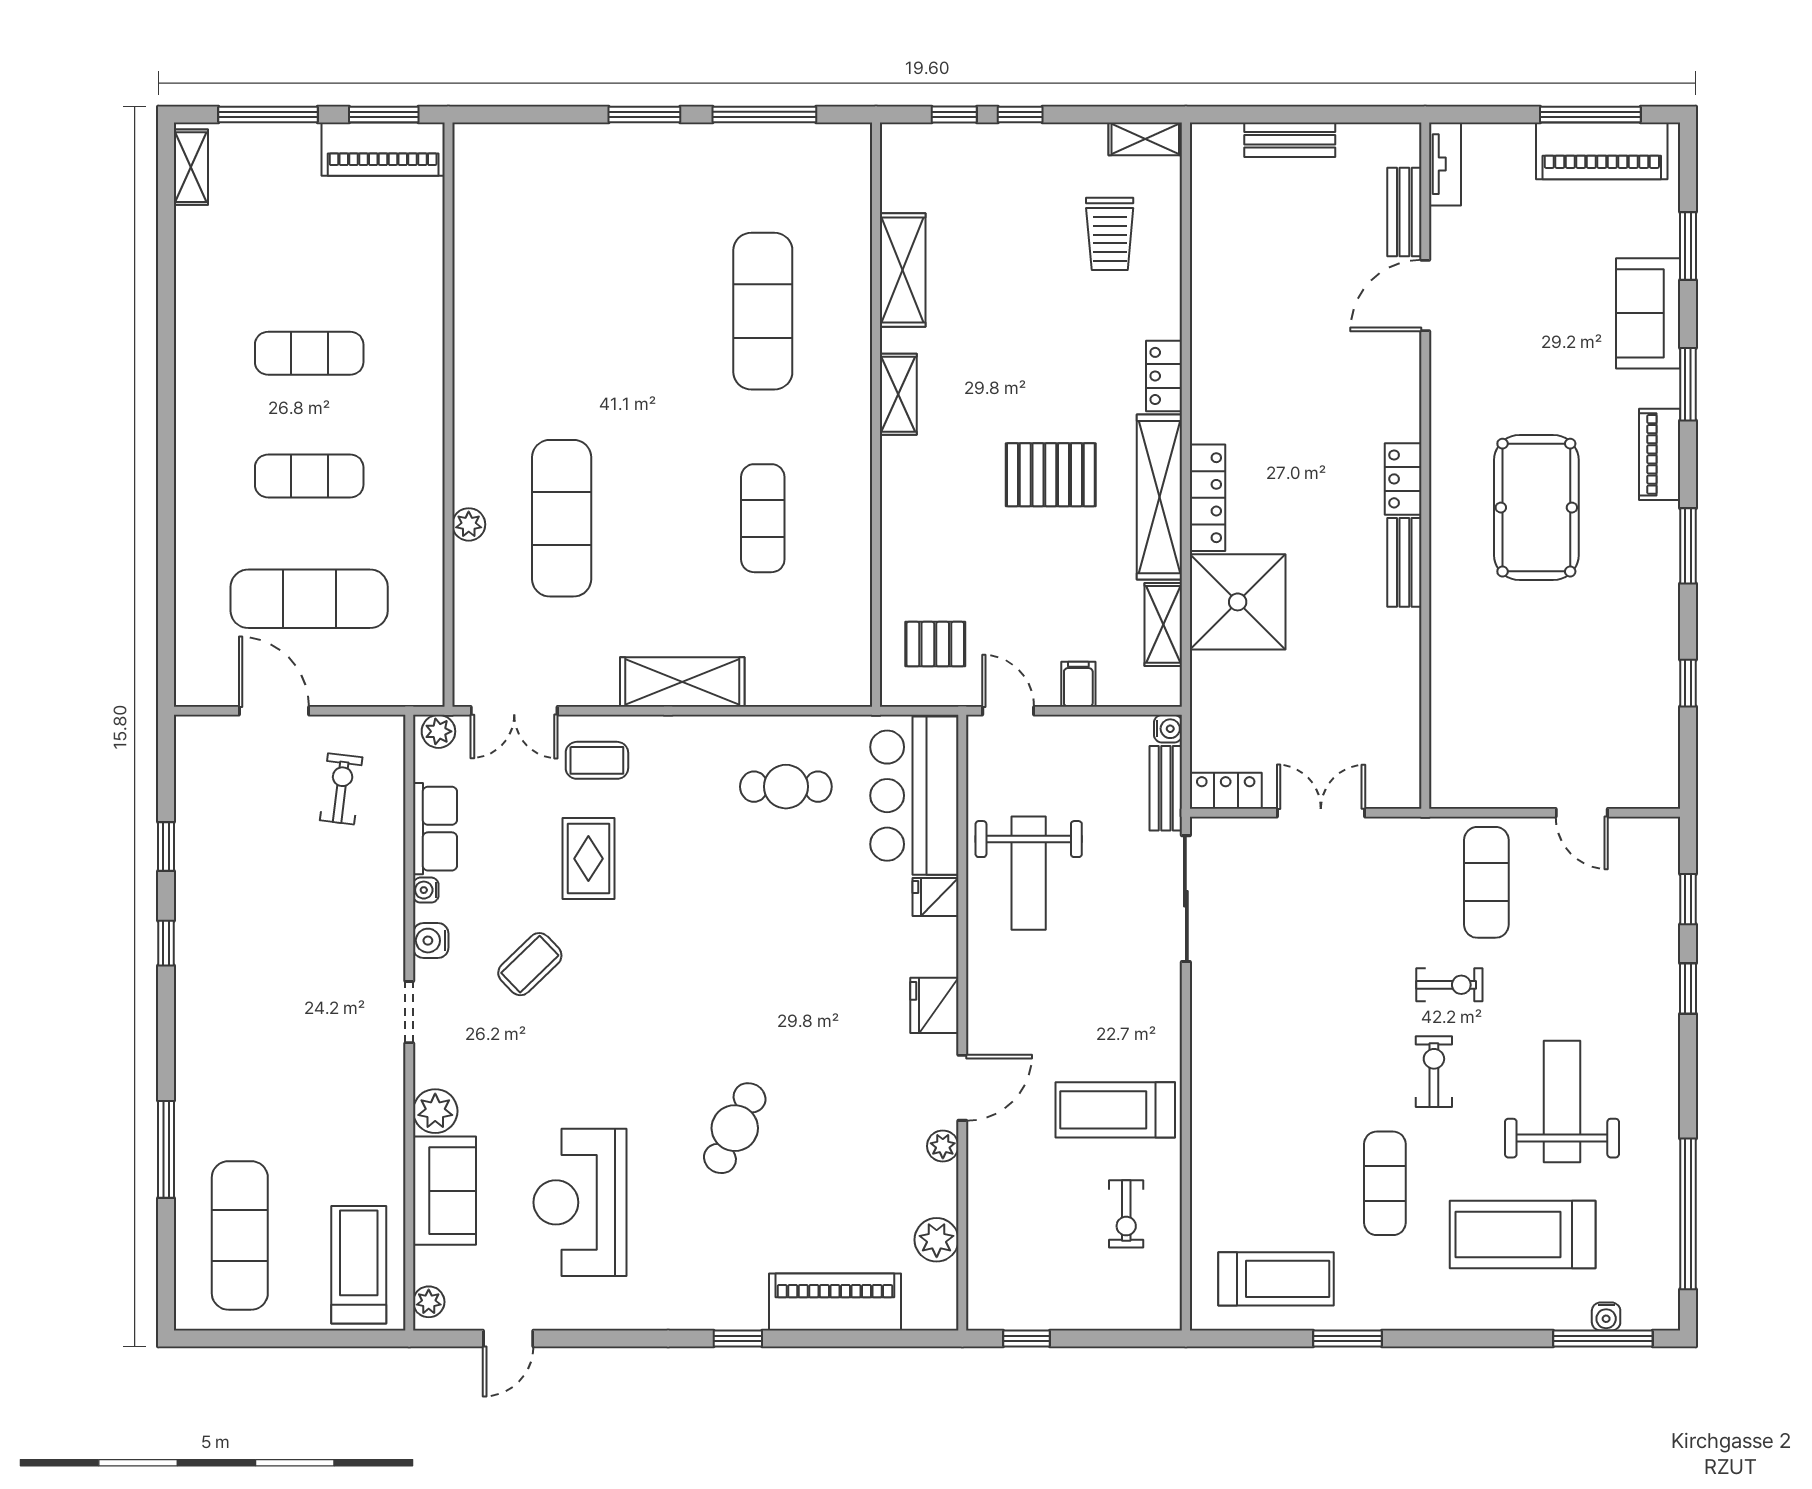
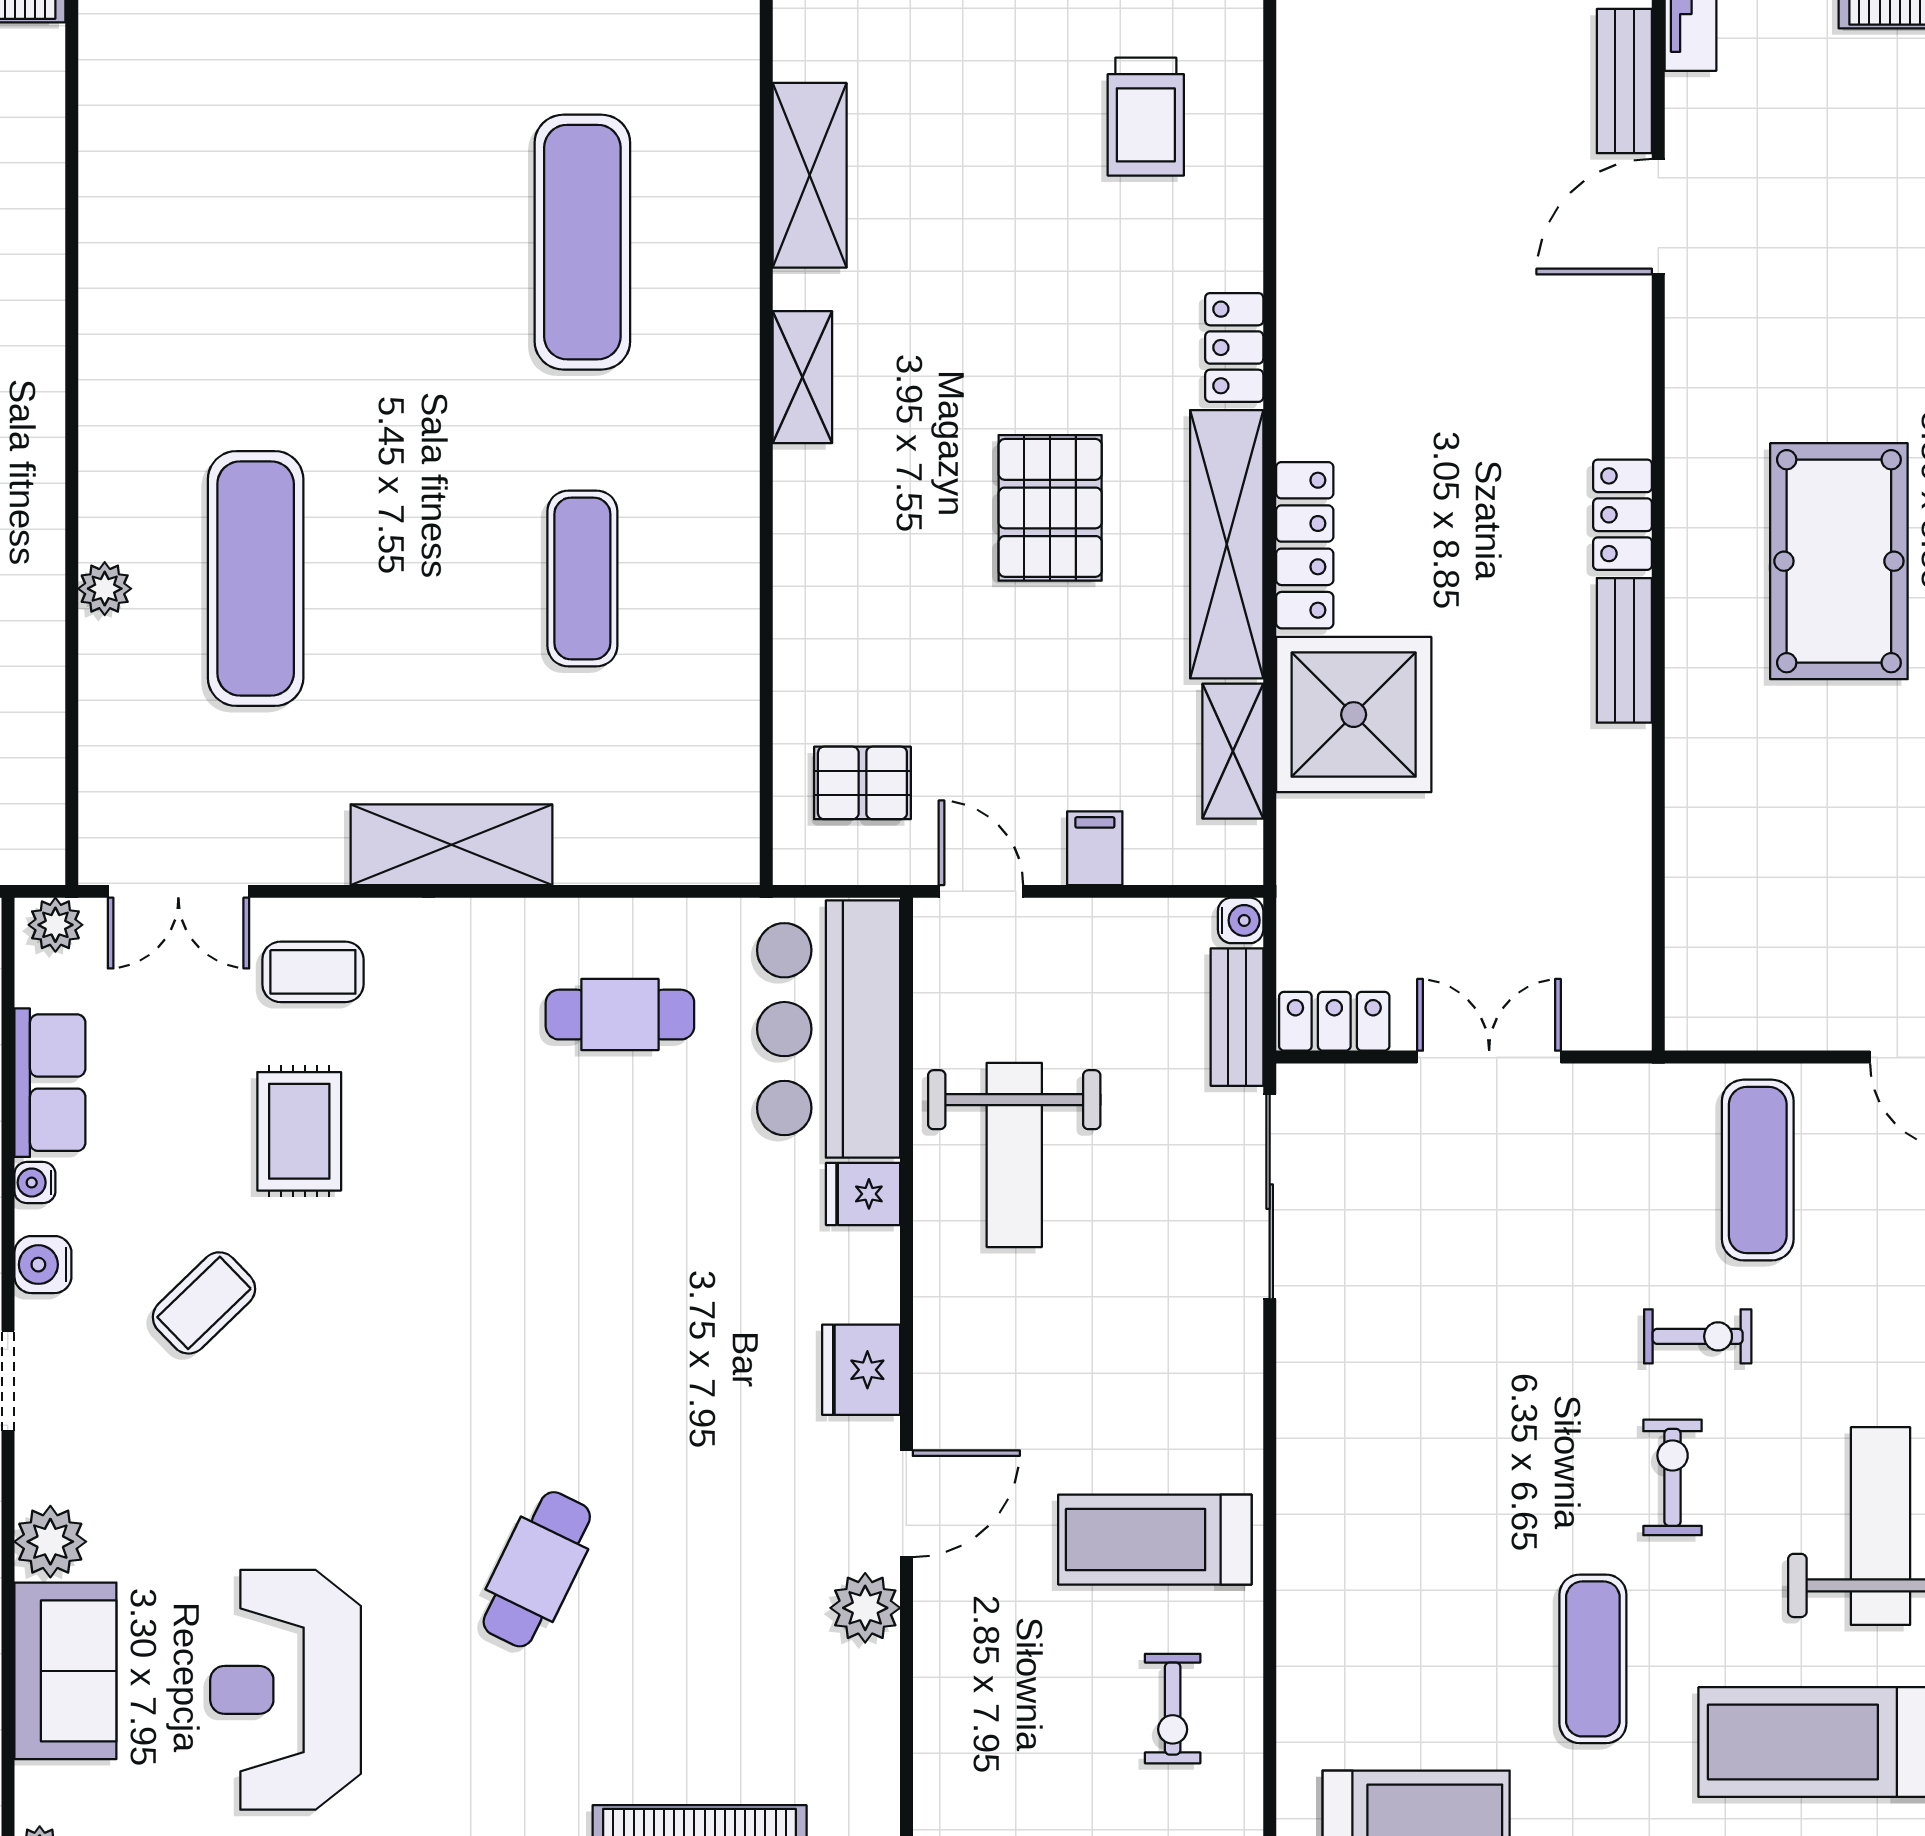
pallet: (1051, 475) -> (1050, 508), turned 90
plant: (943, 1146) -> (865, 1608), width x1.38, depth x1.38
plant: (937, 1240) -> (865, 1751), removed

